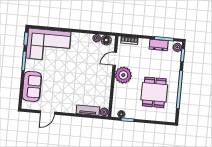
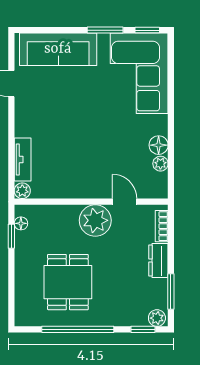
floor lamp: (106, 40) -> (159, 145), moved
dresser: (159, 45) -> (158, 261), moved
sofa: (32, 86) -> (58, 49), width x1.36
dining table: (154, 92) -> (68, 282), turned 90

